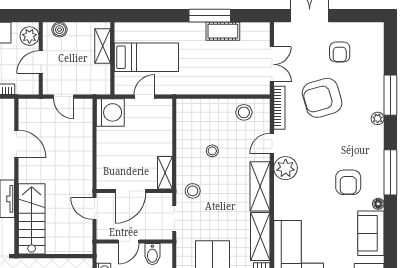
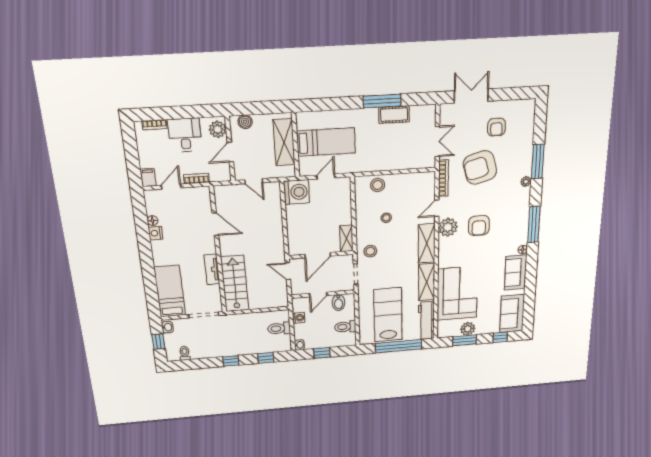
shelving: (103, 46) -> (284, 142), width x1.50, depth x1.33
stool: (244, 112) -> (378, 185), moved
armchair: (348, 182) -> (479, 226), moved

